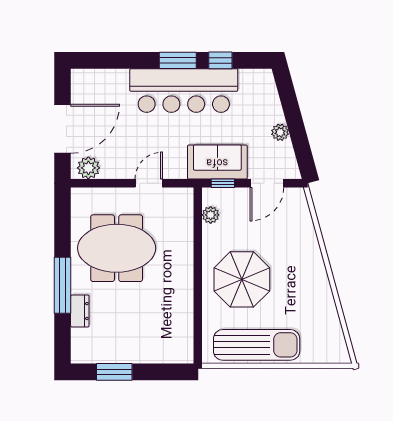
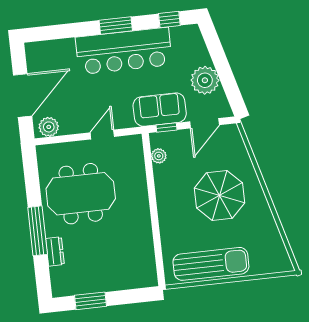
window: (220, 60) -> (169, 20), moved
plant: (280, 132) -> (205, 80), width x1.87, depth x1.87
parasol: (242, 279) -> (219, 195), moved

